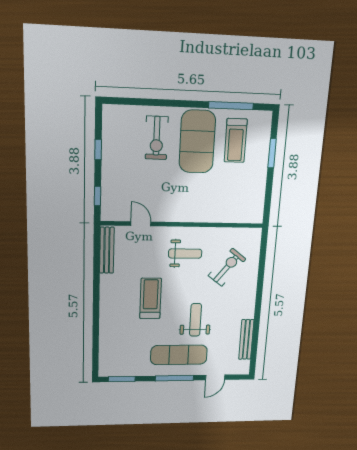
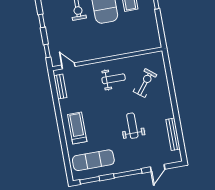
door: (141, 224) -> (68, 66), moved
bench: (107, 250) -> (60, 87), width x0.73
treadmill: (151, 298) -> (77, 128), moved
exercise mat: (179, 355) -> (93, 160), moved

